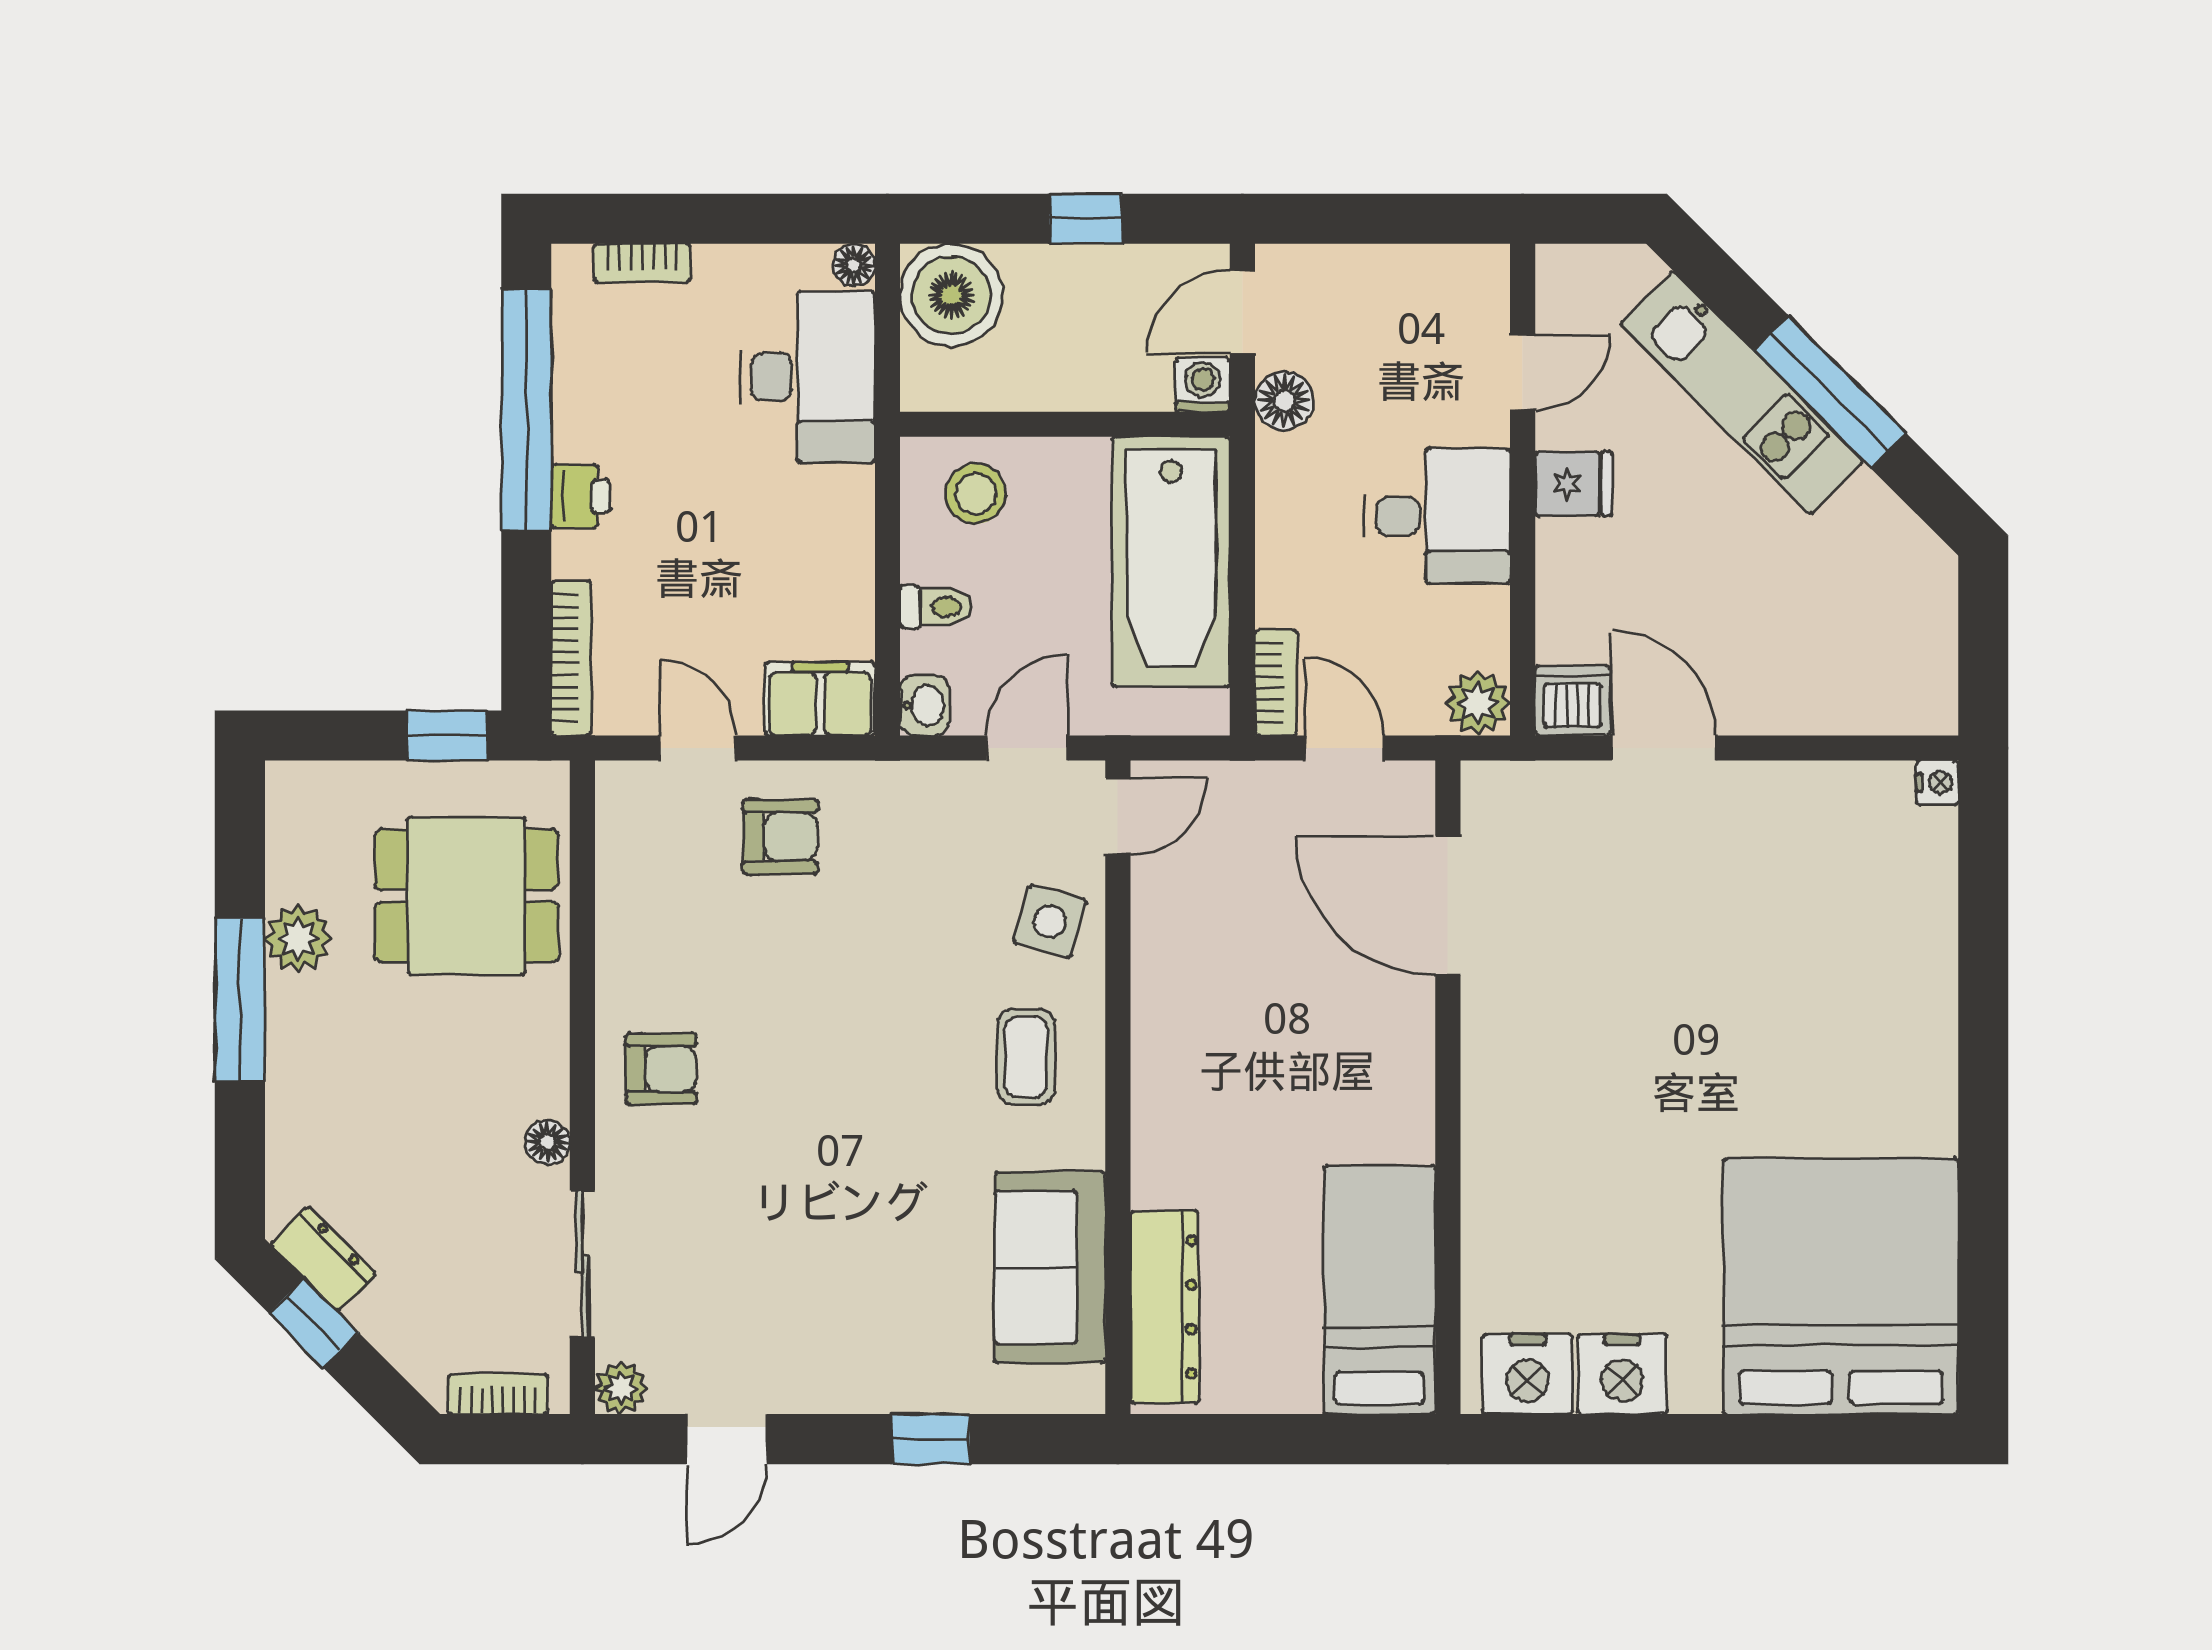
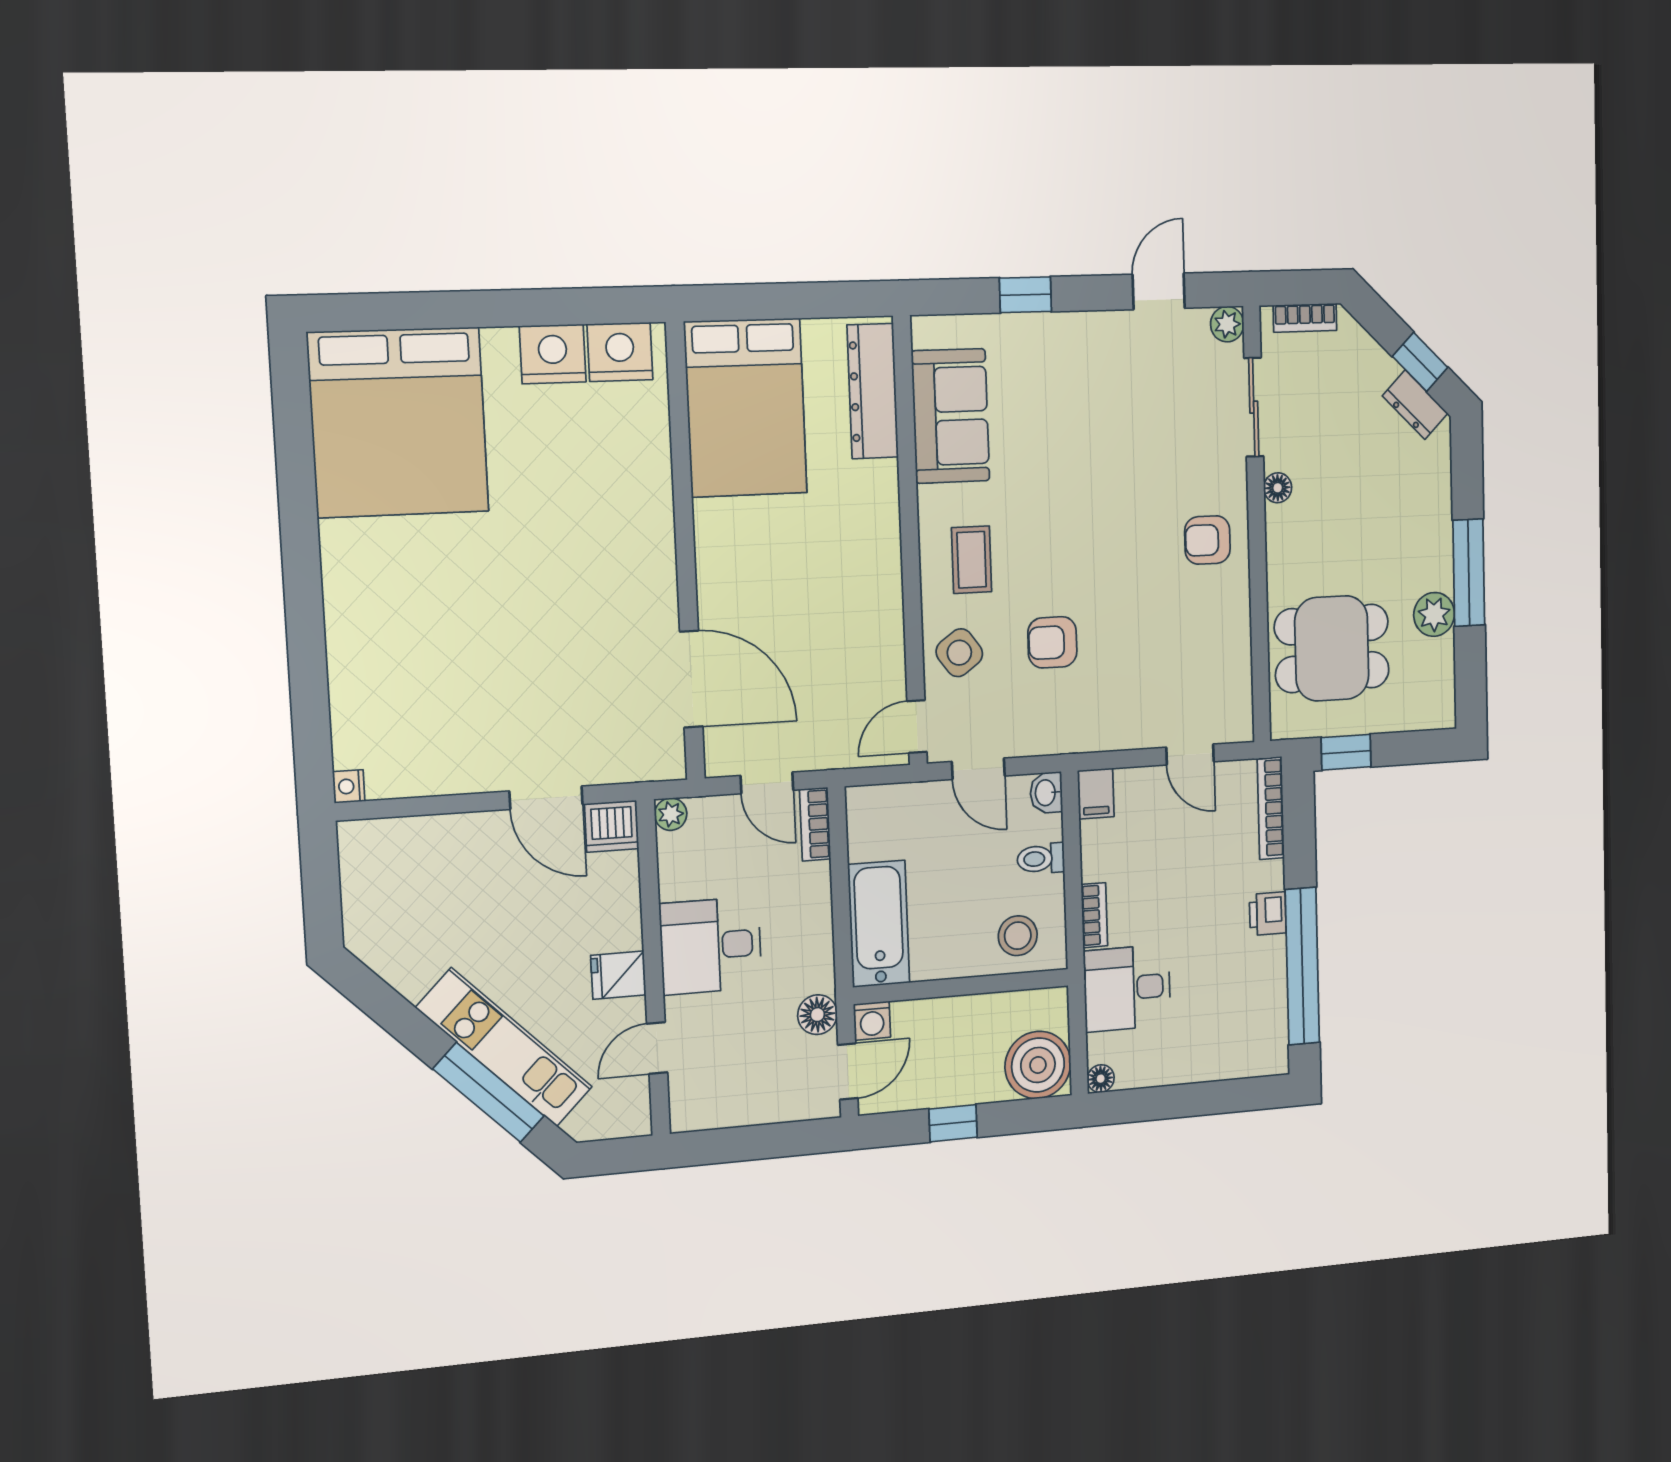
bookcase: (642, 263) -> (1094, 915), moved, turned 90
desk: (808, 377) -> (1127, 988), width x0.73
window: (1830, 392) -> (489, 1093), moved
bathtub: (1171, 562) -> (879, 924), width x0.73, depth x0.73
filing cabinet: (820, 699) -> (1096, 794), width x0.50
plant: (1478, 703) -> (671, 814), width x0.73, depth x0.73
door: (1027, 748) -> (978, 769), hinge flipped
armchair: (780, 837) -> (1052, 642), moved
side table: (1050, 921) -> (959, 653), turned 38
bed: (1379, 1290) -> (746, 408), width x1.50

